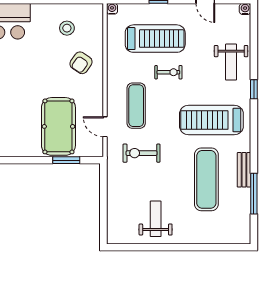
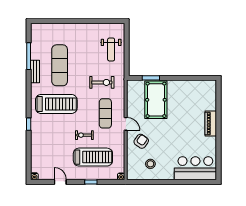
treadmill: (155, 39) -> (93, 157), turned 180
weight bench: (231, 62) -> (44, 142), removed
door: (105, 127) -> (126, 124), moved
weight bench: (156, 219) -> (111, 49), moved

